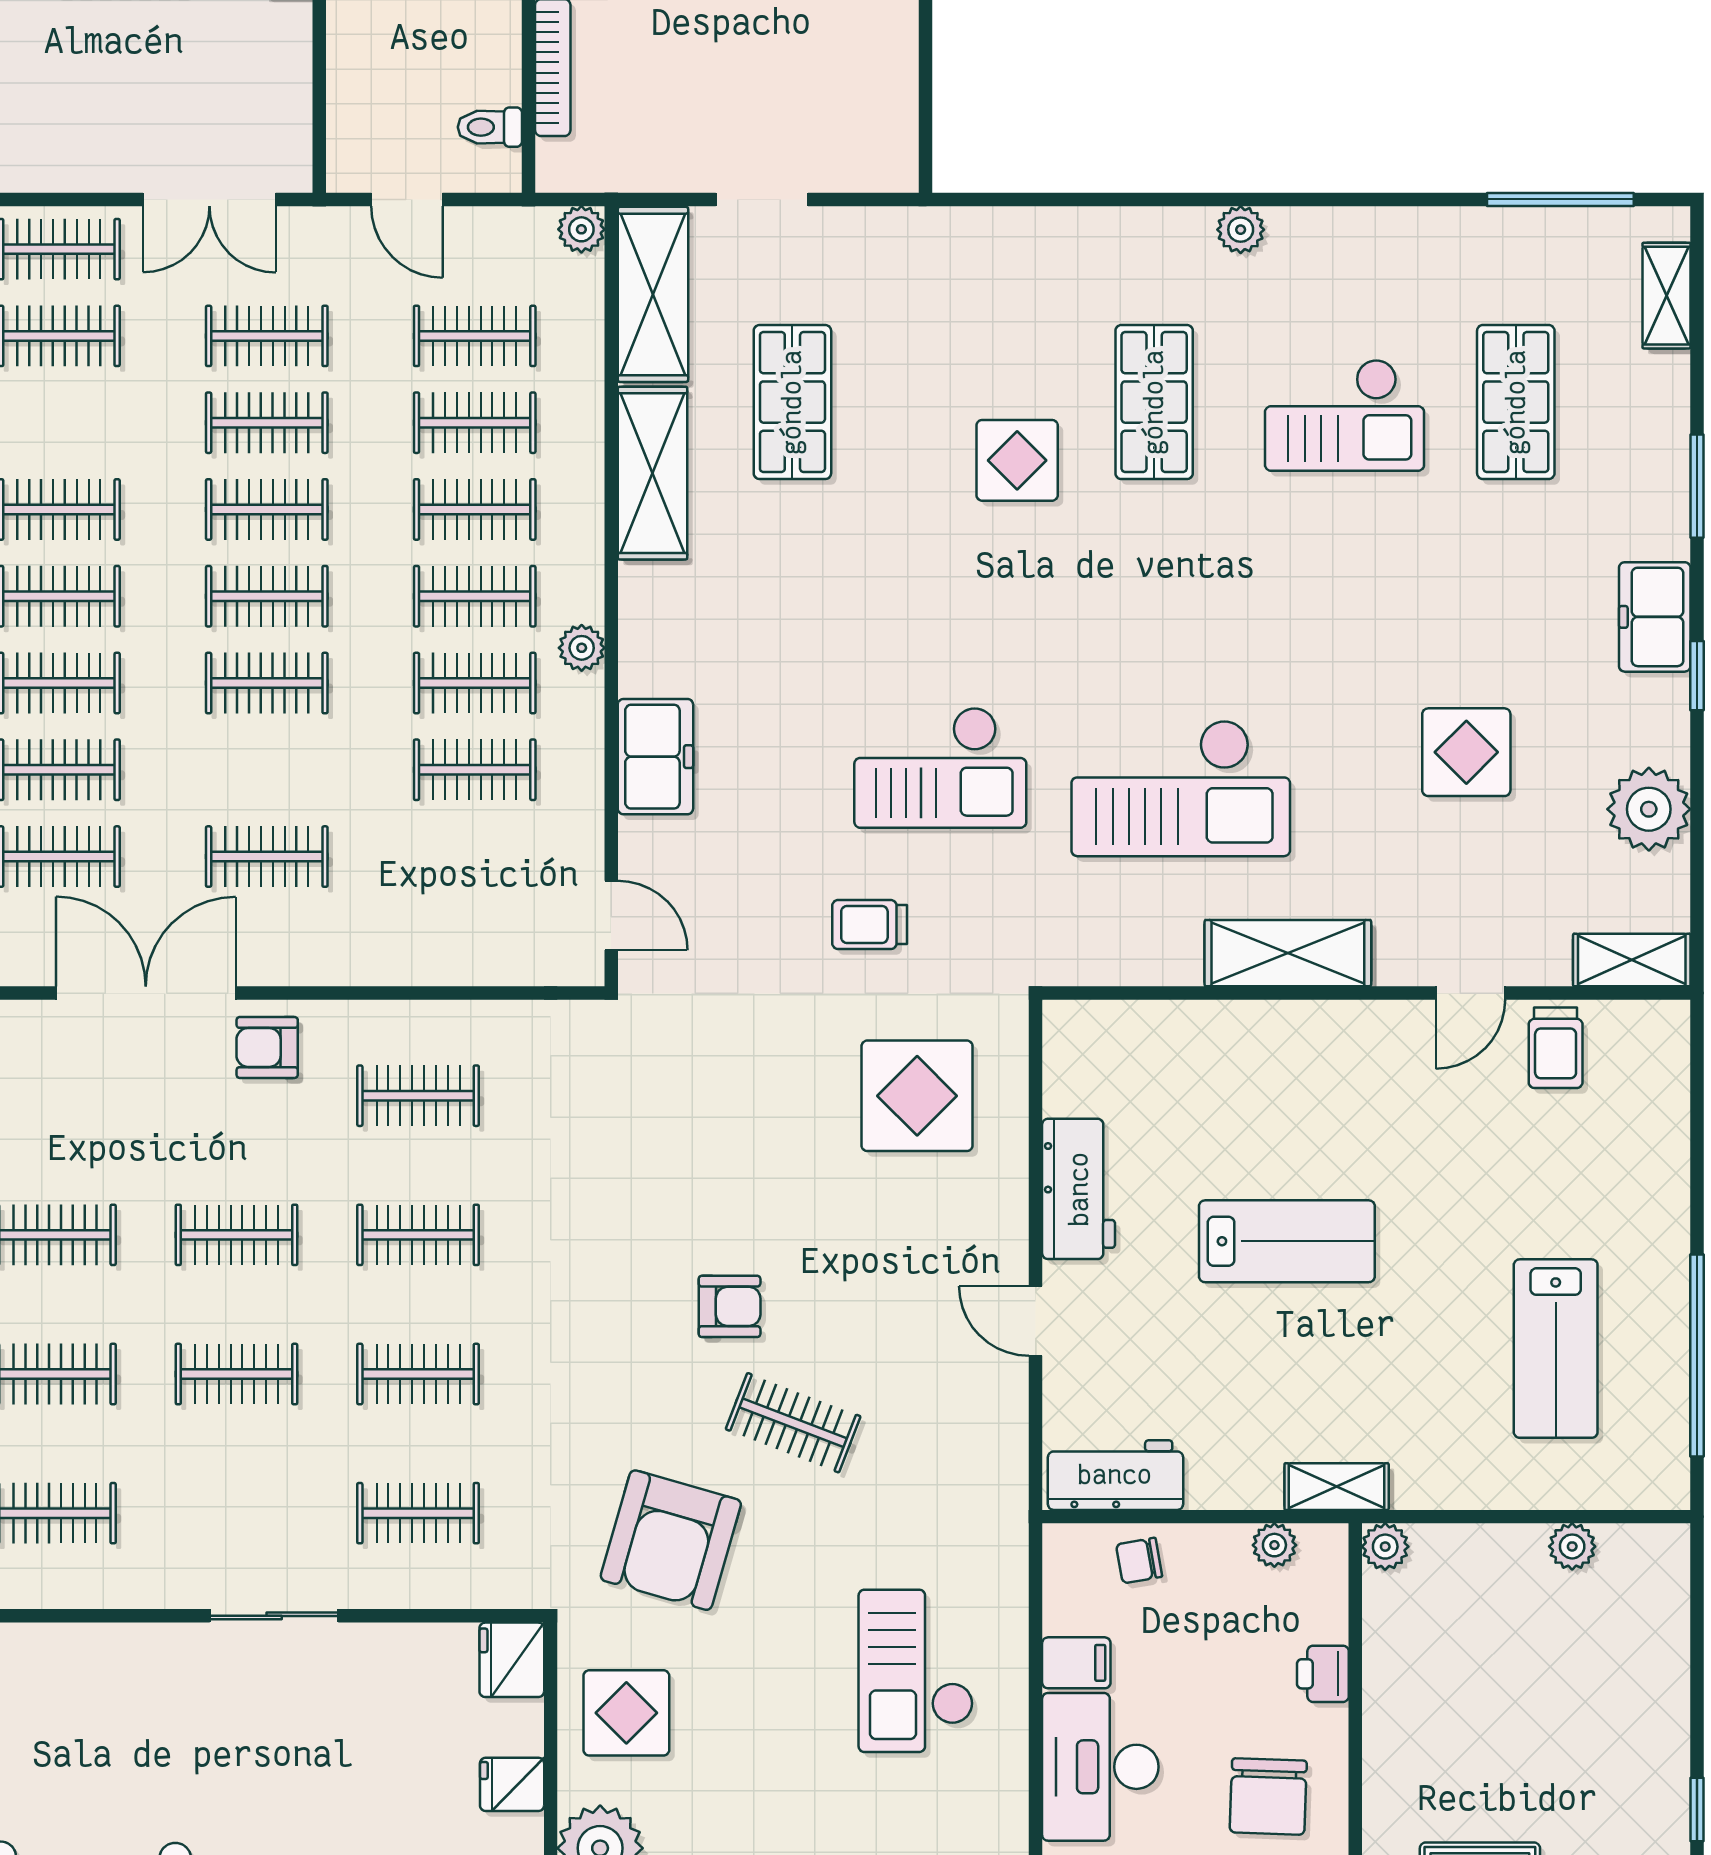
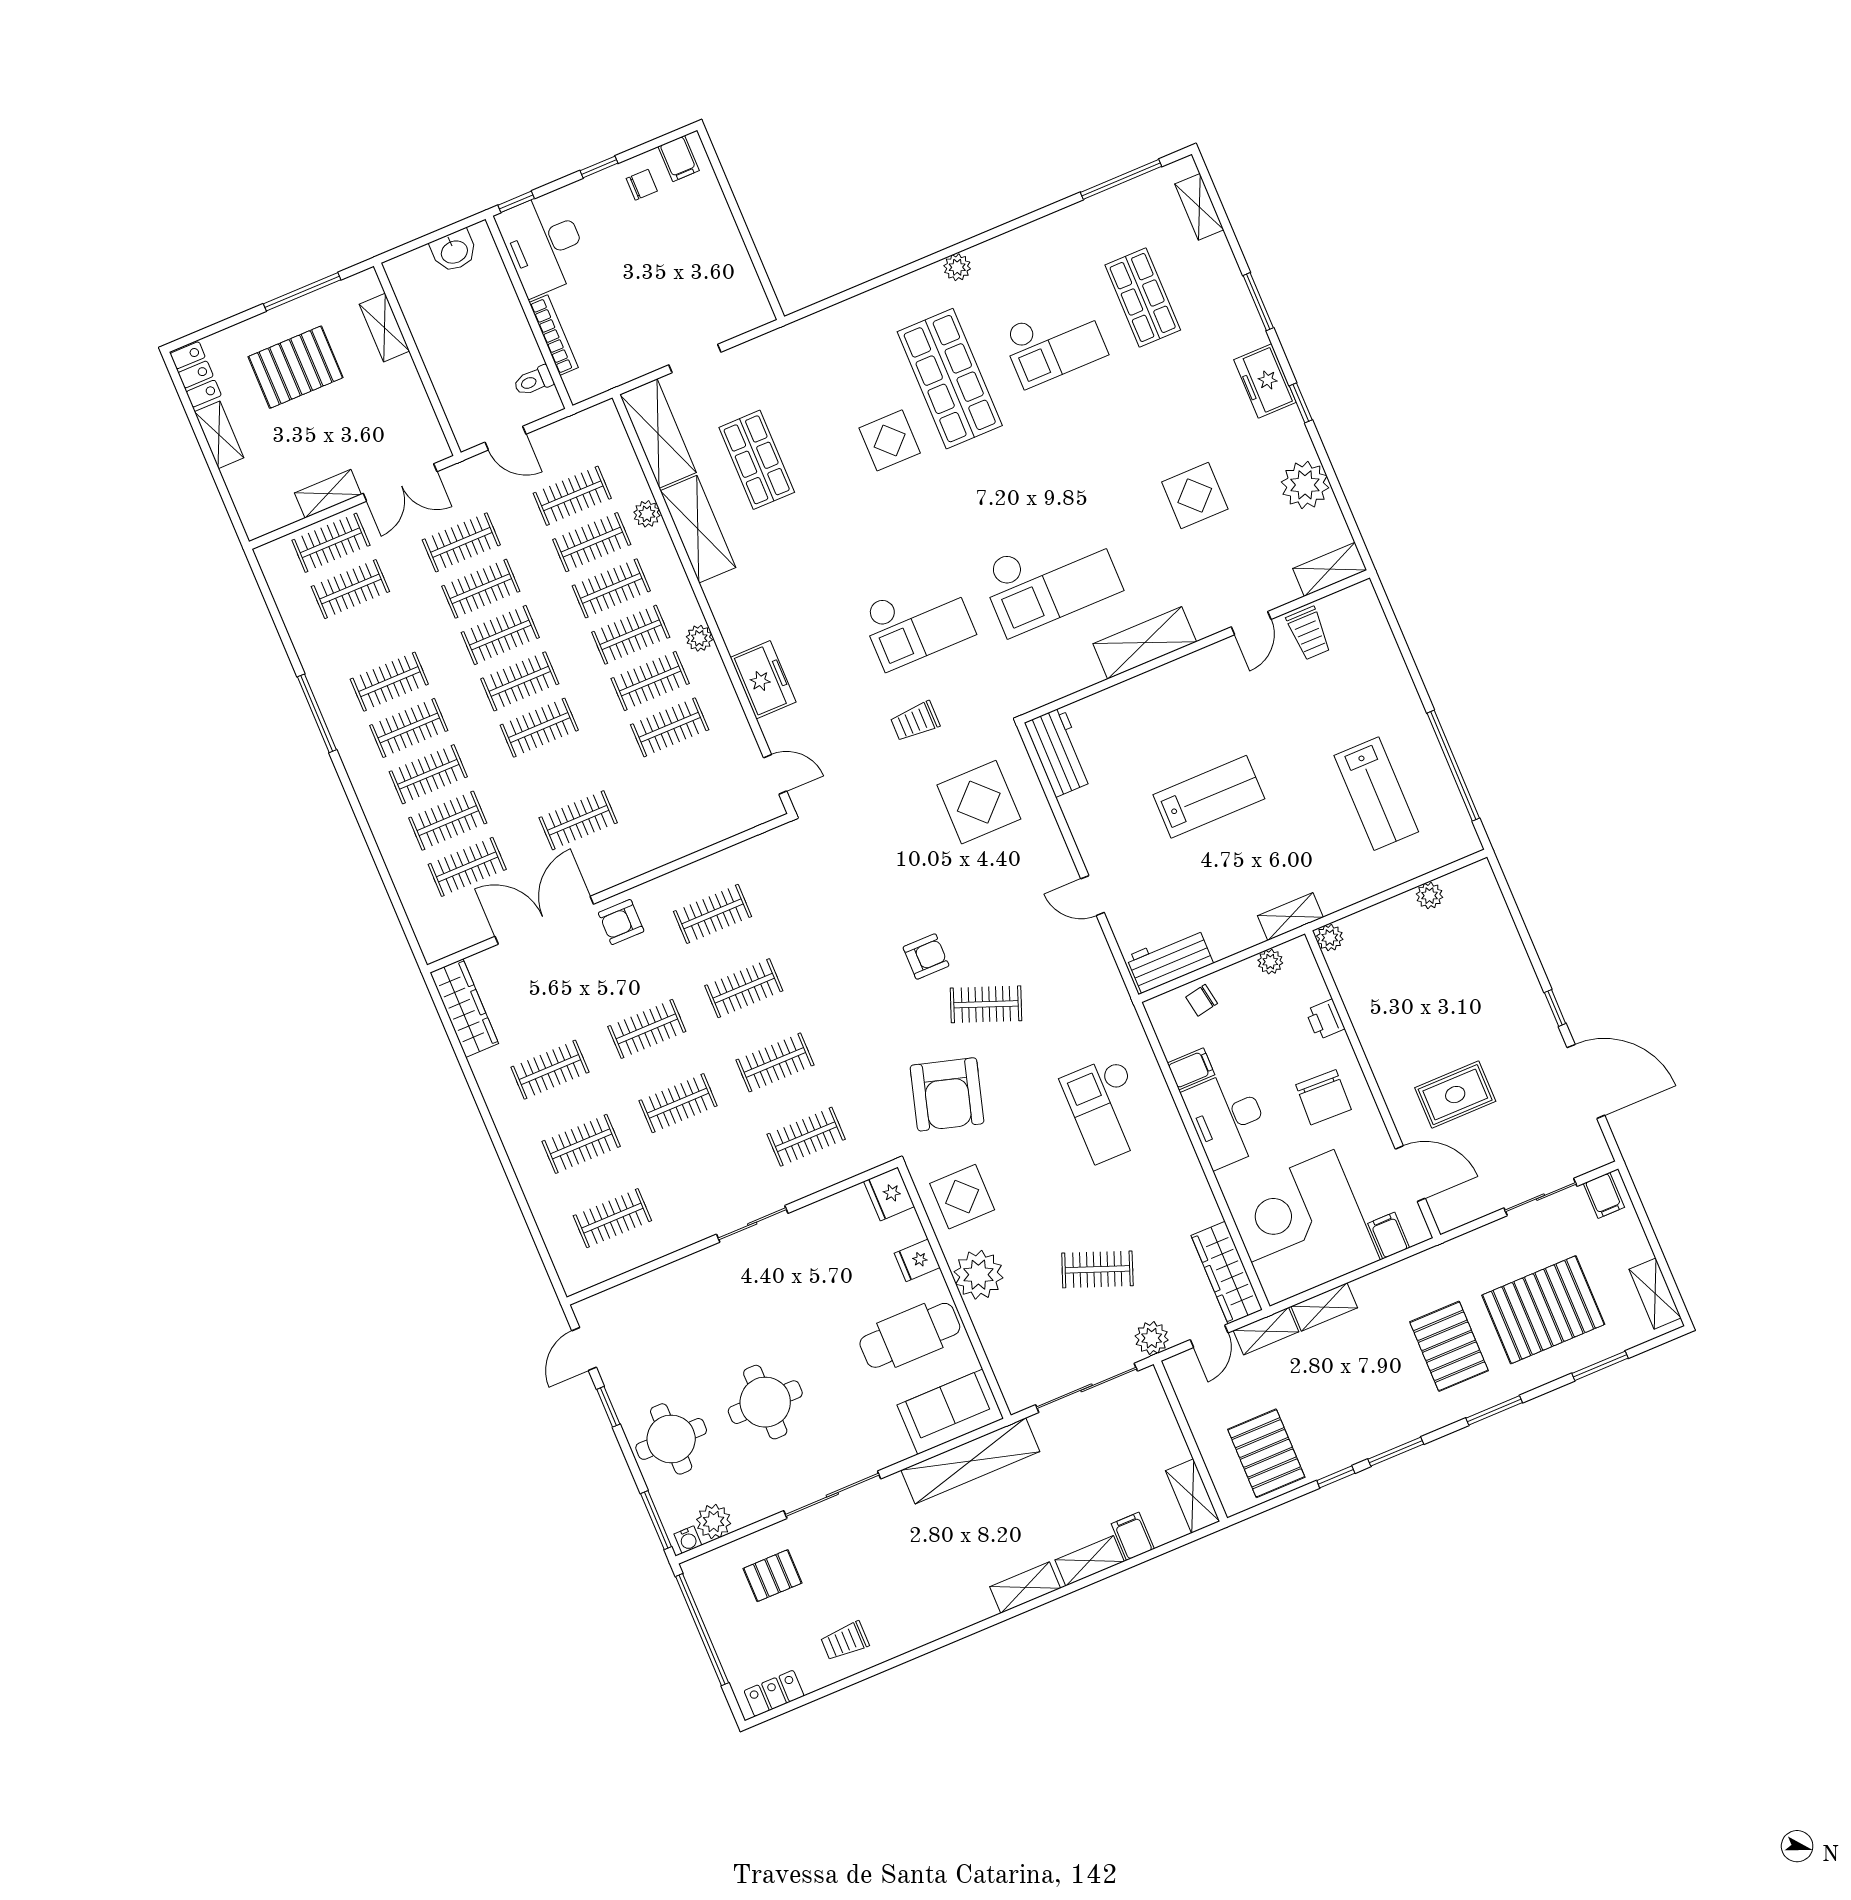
shelving: (87, 169) -> (328, 494), added
plant: (581, 229) -> (647, 514), moved
shop shelf: (1154, 402) -> (950, 379), width x1.43, depth x1.36
workbench: (1079, 1189) -> (1059, 752), moved

